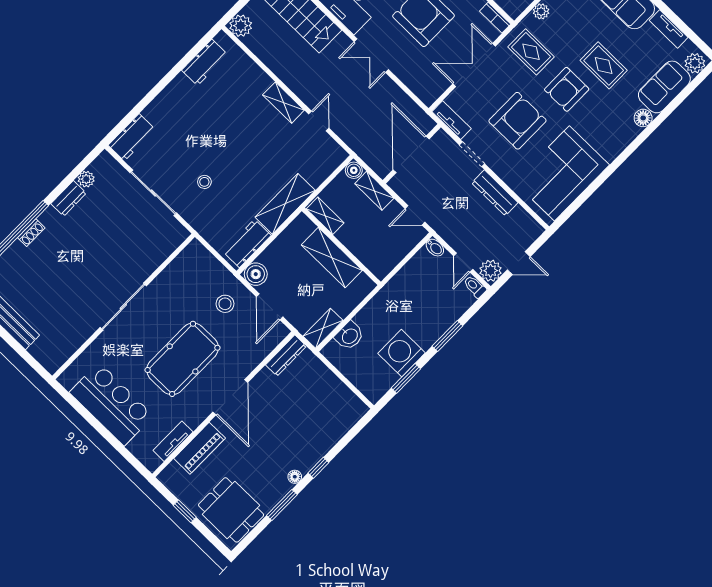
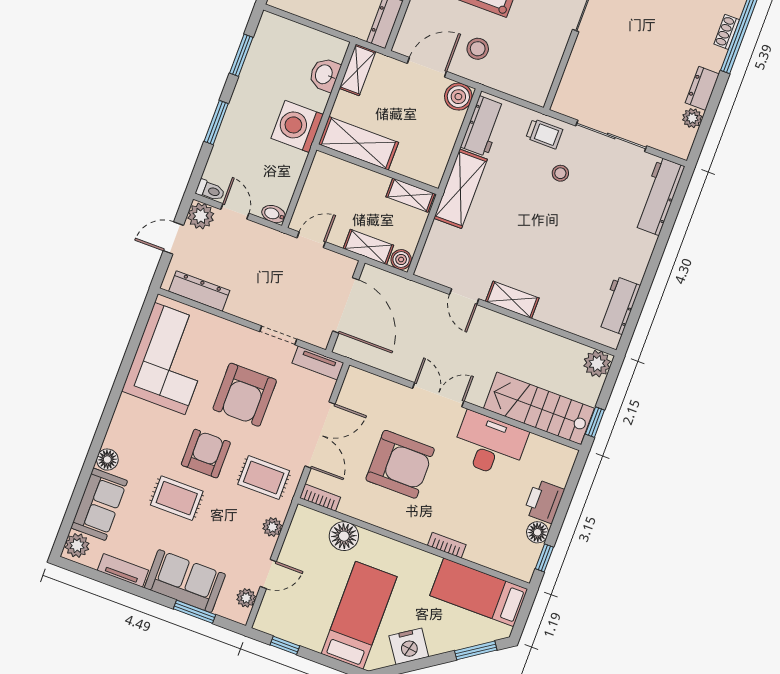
workbench: (132, 137) -> (659, 196), width x1.37
dresser: (495, 193) -> (199, 291), moved
trolley: (203, 217) -> (544, 134), added
shelving: (332, 258) -> (358, 143), moved
door: (270, 307) -> (427, 67), hinge flipped
washing machine: (402, 353) -> (297, 126), moved, turned 180

